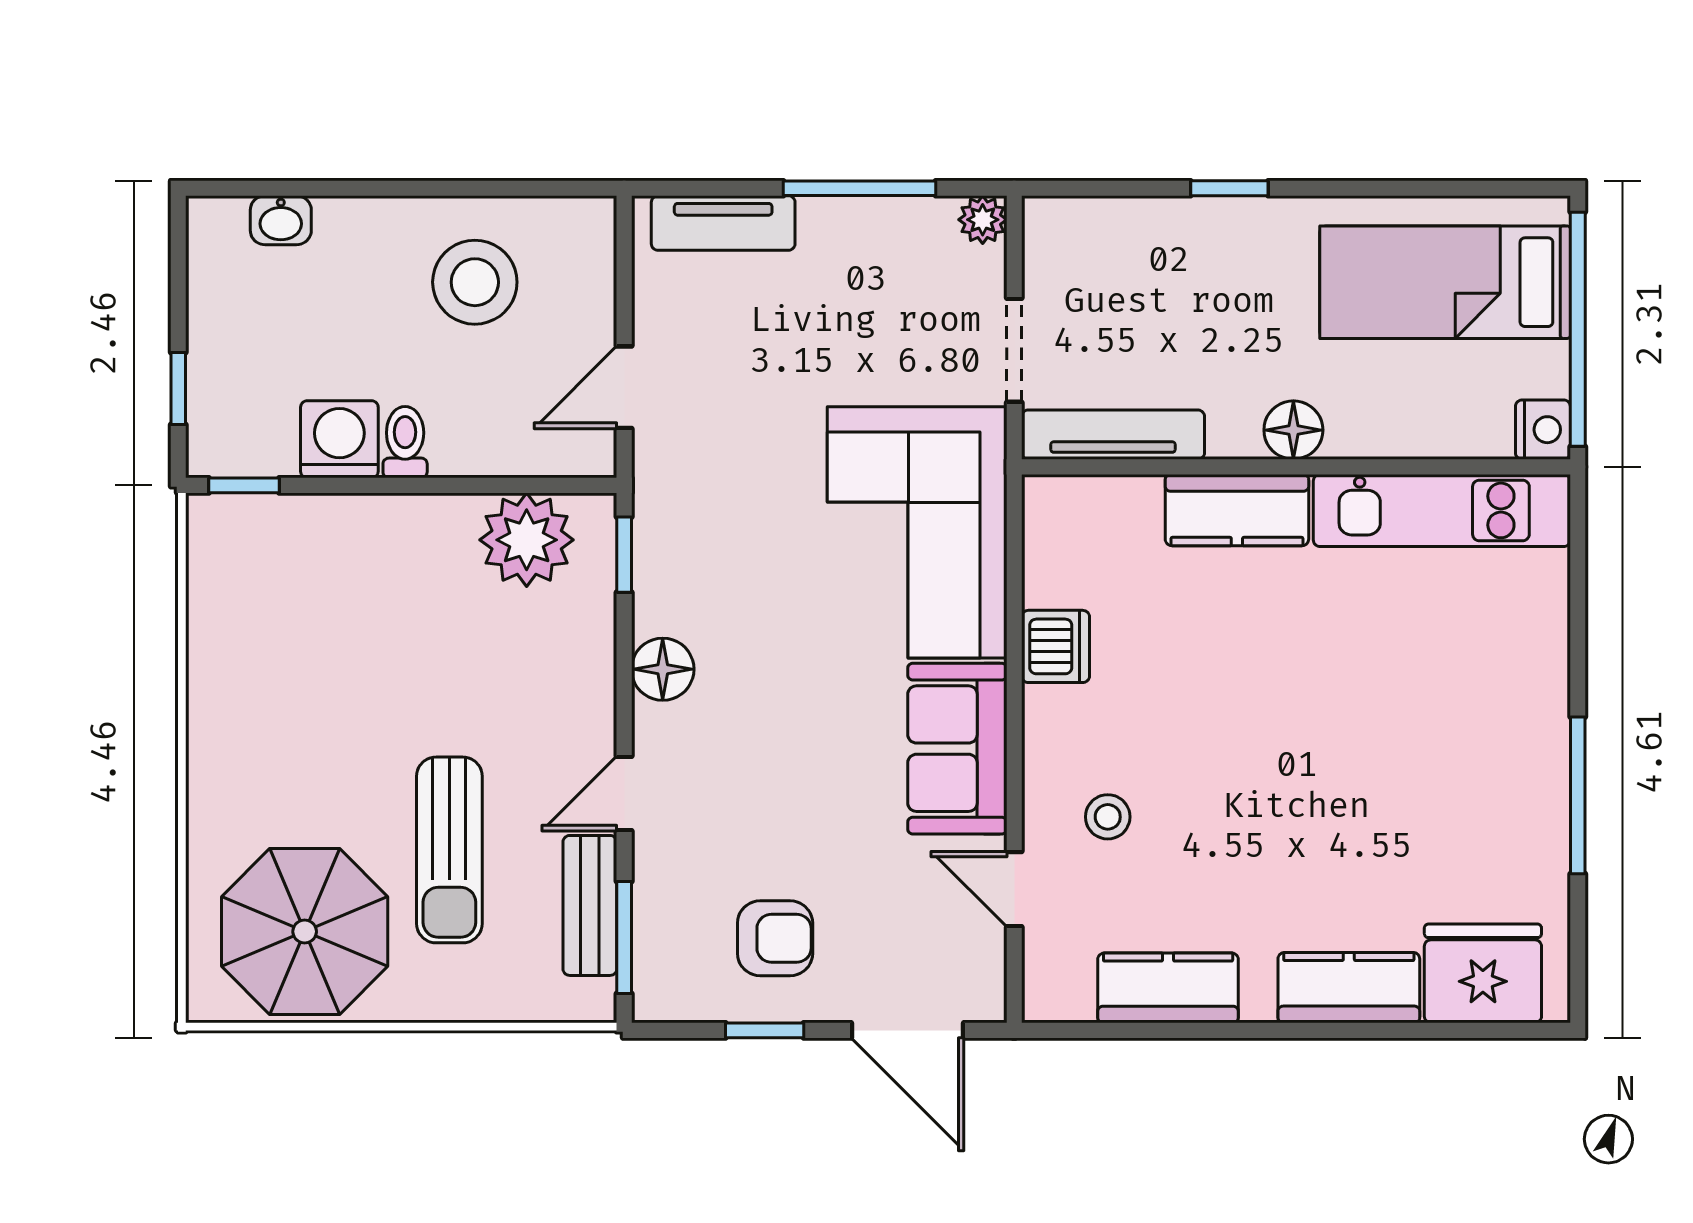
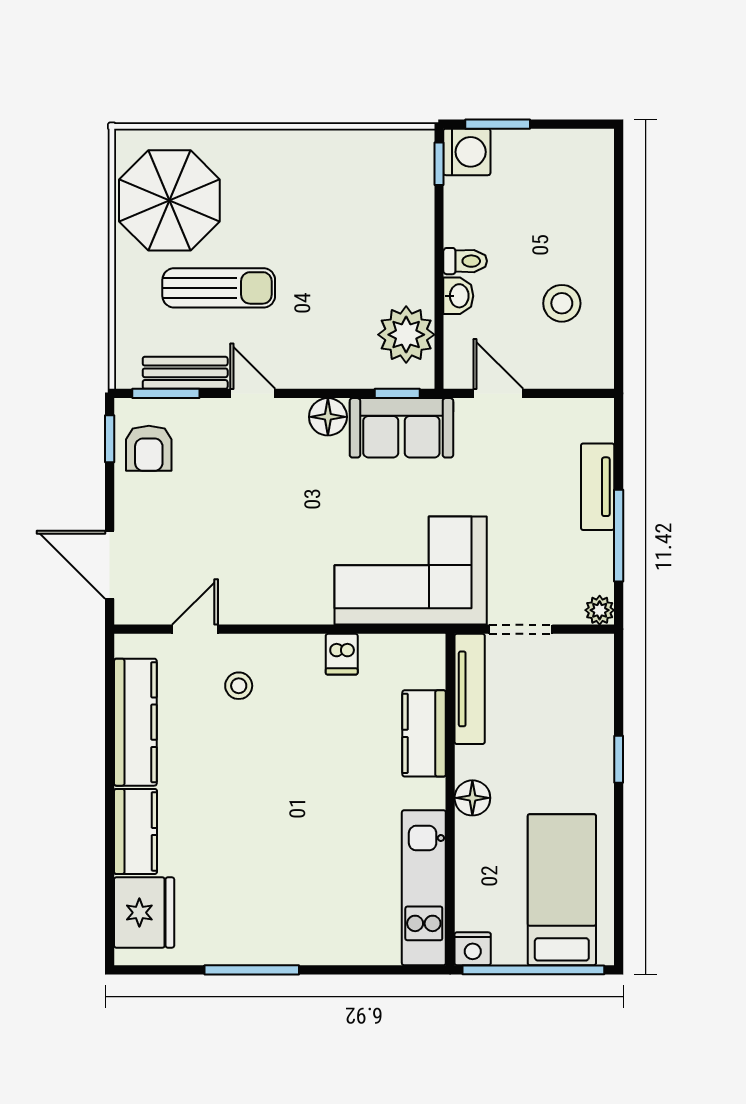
washbasin: (281, 220) -> (458, 296), moved, turned 180
tv unit: (723, 223) -> (598, 487), moved
stool: (475, 282) -> (562, 303), width x0.73, depth x0.73
window: (178, 388) -> (498, 124), width x1.50
washing machine: (339, 439) -> (467, 152), moved
kitchen counter: (1237, 510) -> (424, 733), moved
dishwasher: (1055, 646) -> (342, 654), width x0.73
sofa: (957, 749) -> (401, 428), moved, turned 180
sun lounger: (449, 850) -> (219, 288), turned 180
armchair: (775, 938) -> (149, 448), moved
kitchen counter: (1168, 988) -> (135, 722), width x1.50
window: (765, 1030) -> (110, 439), moved
door: (907, 1030) -> (110, 565), hinge flipped

